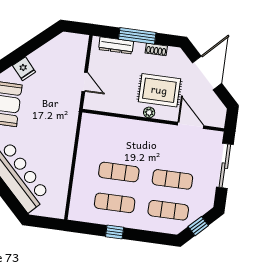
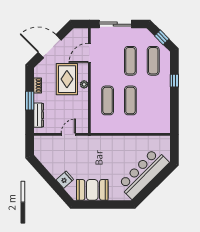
window: (137, 36) -> (30, 101), width x0.69
exercise mat: (115, 203) -> (108, 100), moved
window: (115, 232) -> (174, 81), moved

